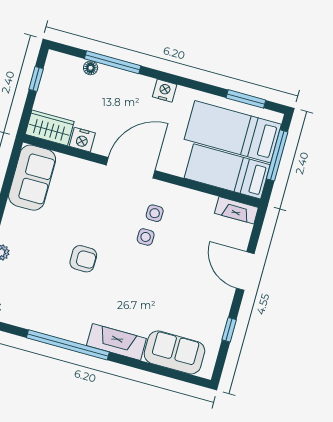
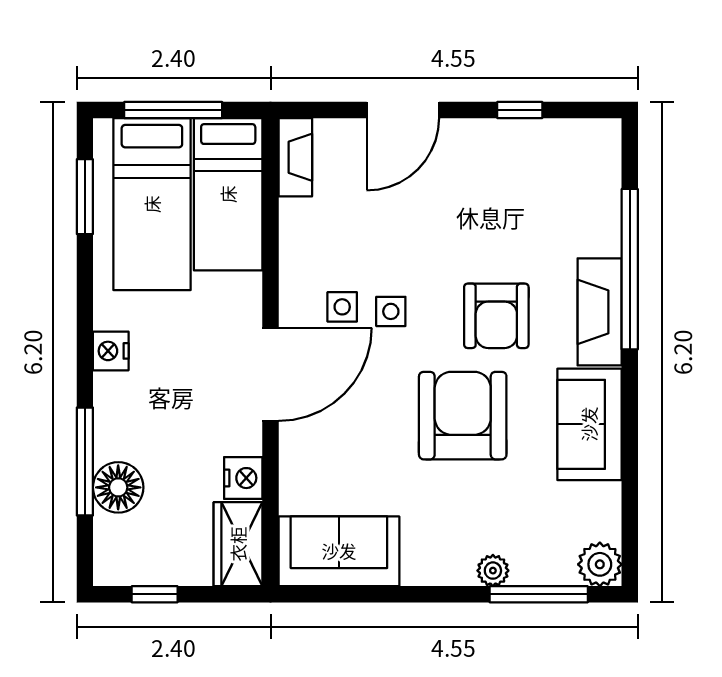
floor lamp: (91, 68) -> (118, 487), width x1.89, depth x1.89
door: (131, 168) -> (271, 374), swing flipped
armchair: (83, 259) -> (463, 416), width x1.88, depth x1.88
armchair: (129, 289) -> (496, 316), added
window: (68, 345) -> (630, 269), moved
sofa: (174, 352) -> (589, 424), moved

